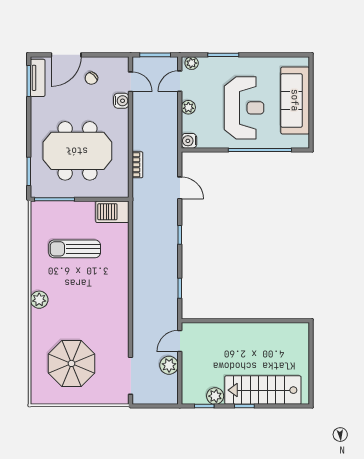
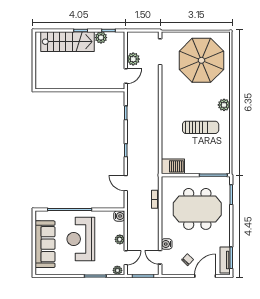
sun lounger: (75, 249) -> (201, 127), moved
parasol: (71, 363) -> (201, 60), width x1.36, depth x1.36

